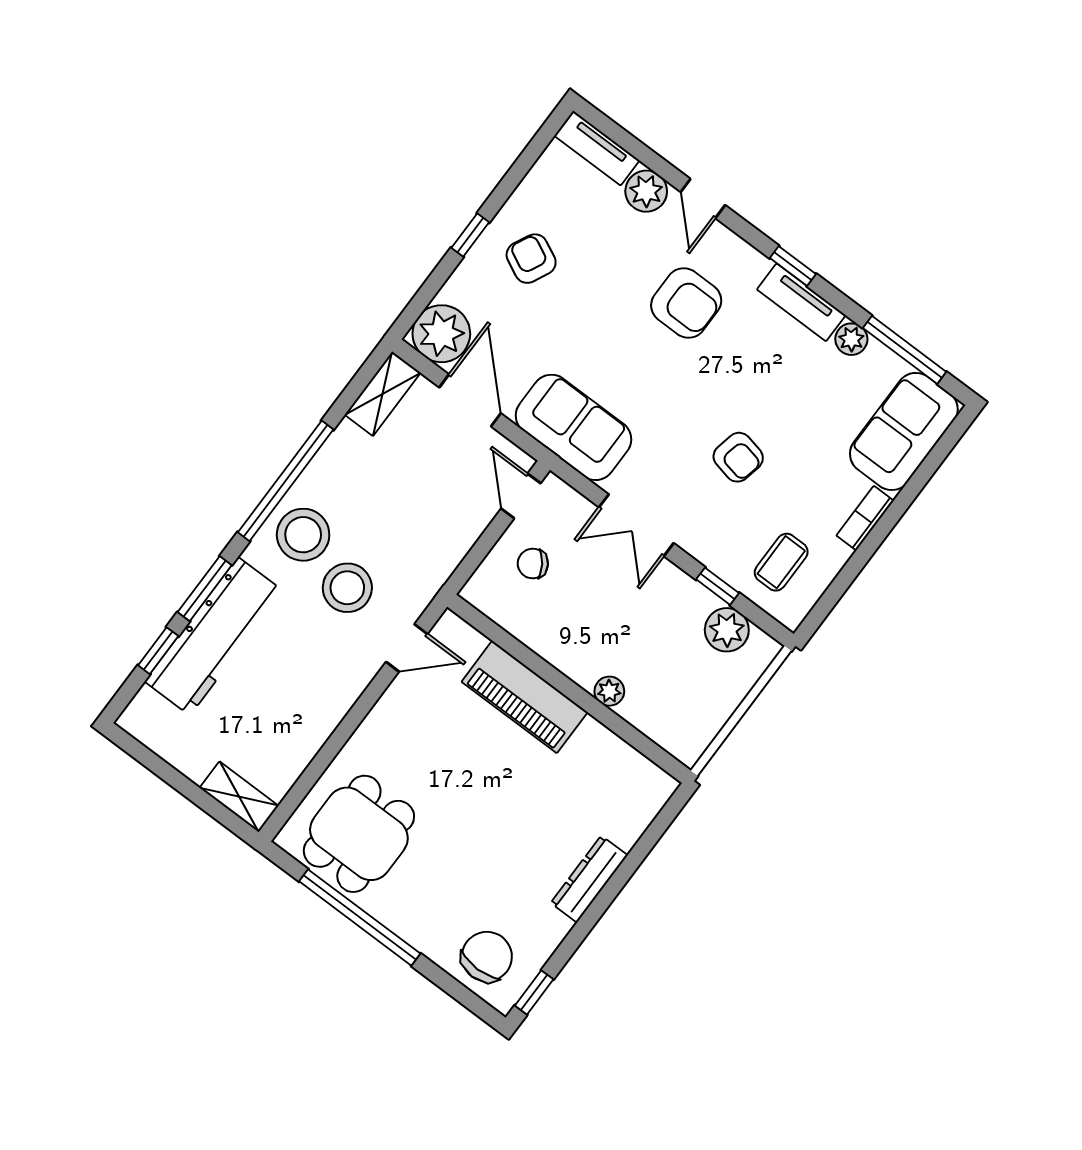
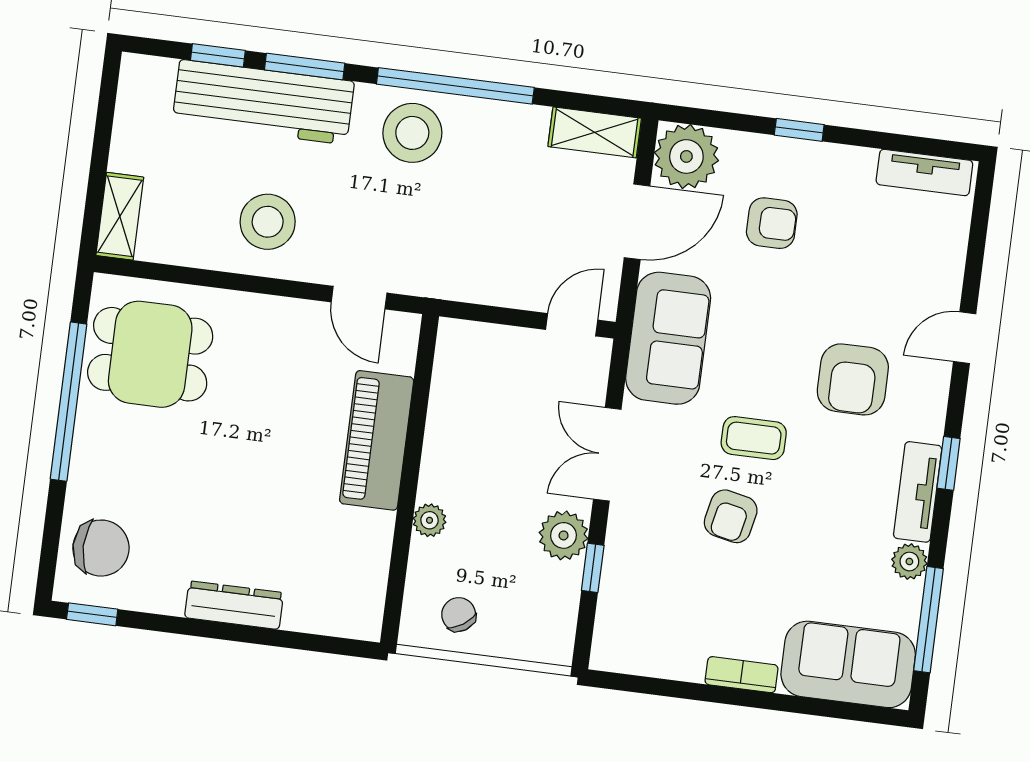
tv unit: (597, 148) -> (924, 172), moved, turned -90
plant: (646, 191) -> (940, 278), removed
armchair: (531, 259) -> (772, 223), moved, turned 64
coffee table: (781, 562) -> (754, 438), moved
chair: (533, 564) -> (459, 614), moved
stool: (347, 588) -> (268, 222), moved
plant: (727, 630) -> (564, 535), moved

